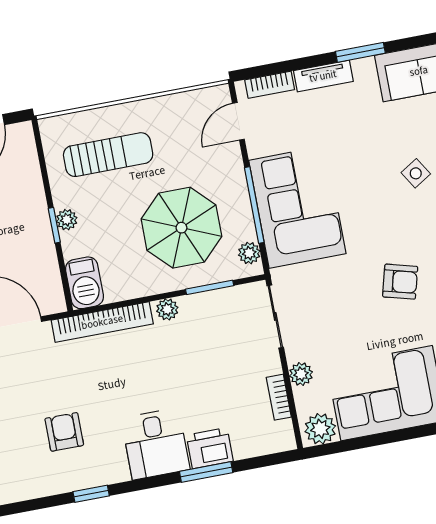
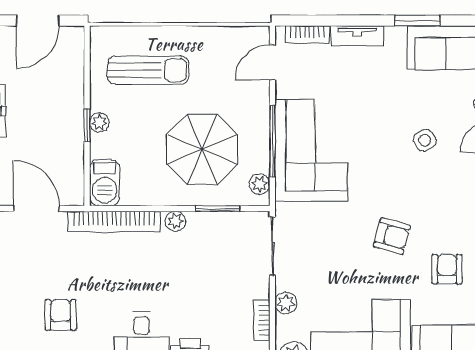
window: (360, 52) -> (417, 21), moved

